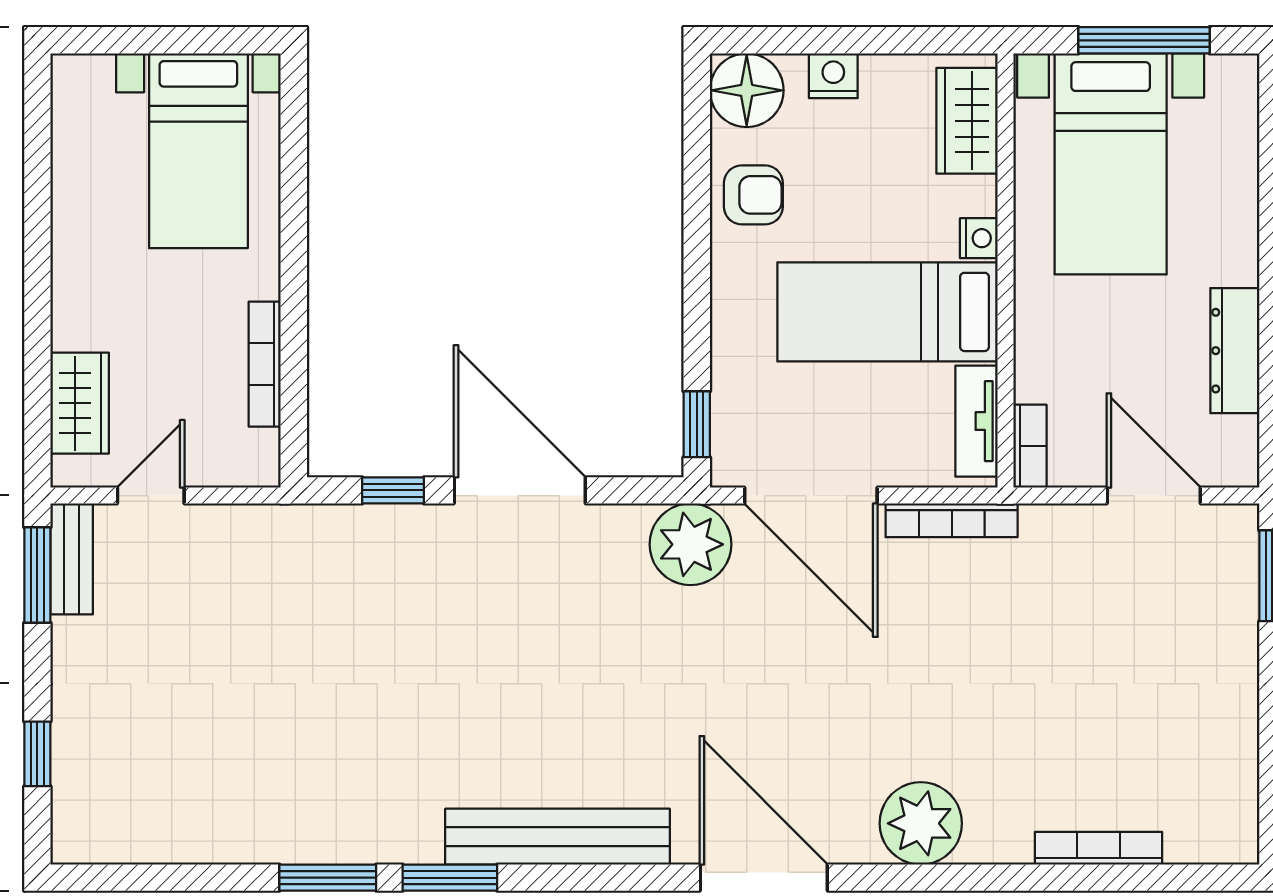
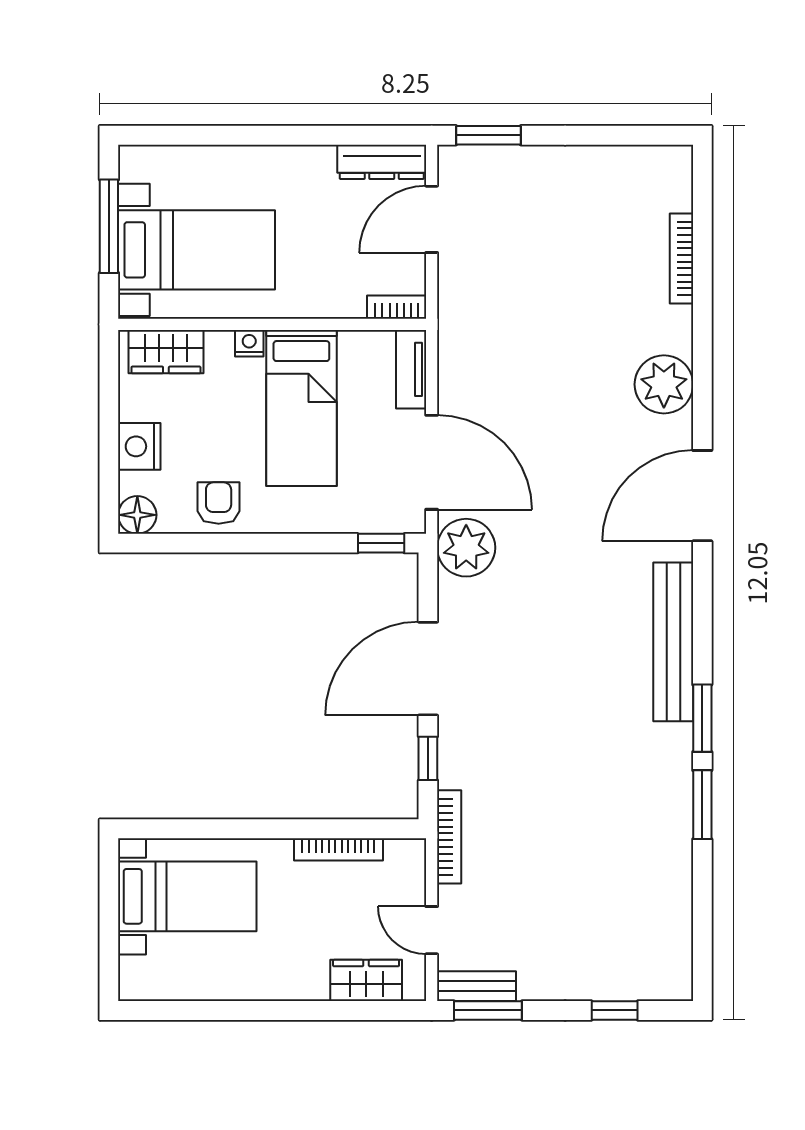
nightstand: (833, 76) -> (139, 446), width x1.36, depth x1.33
floor lamp: (747, 90) -> (137, 515), width x0.73, depth x0.73
dresser: (1235, 351) -> (382, 162), moved
tv unit: (976, 421) -> (411, 369), moved, turned 90
door: (811, 496) -> (432, 462), hinge flipped
bookcase: (952, 520) -> (449, 837), moved

